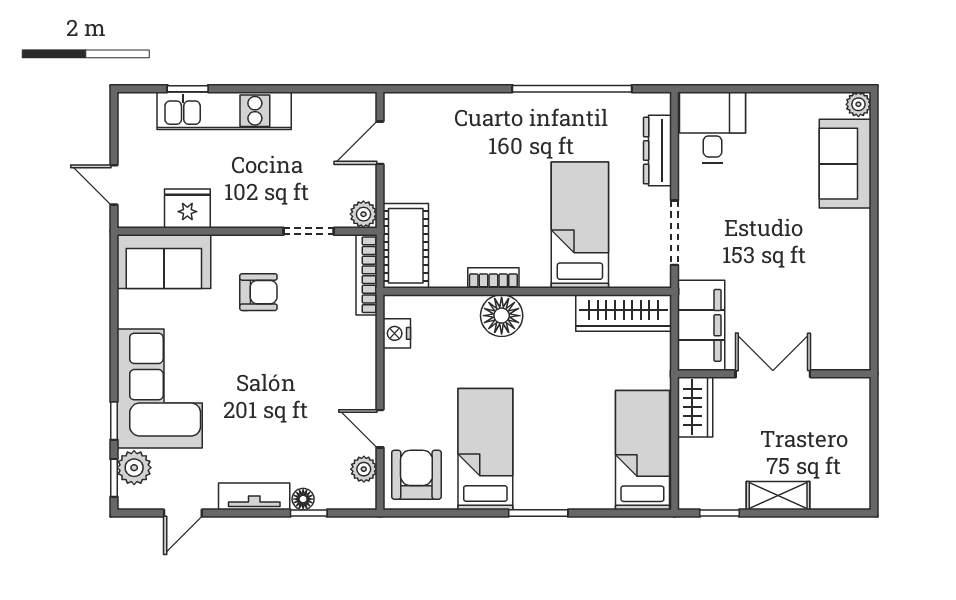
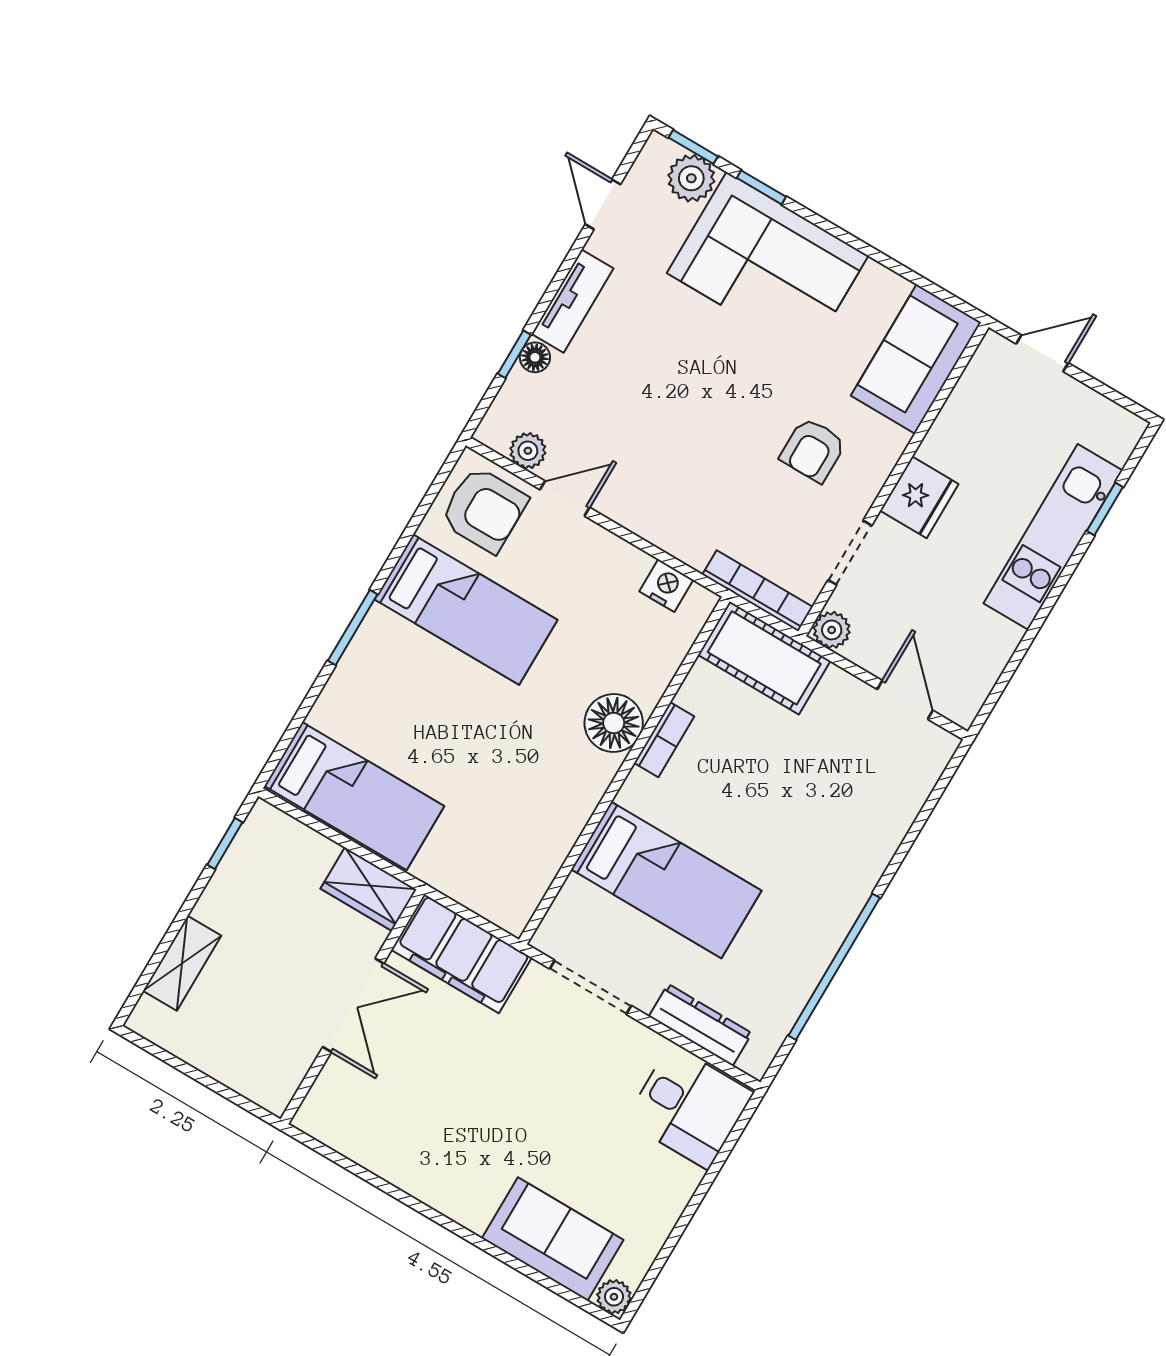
fridge: (187, 208) -> (919, 497), moved
wardrobe: (624, 313) -> (531, 870), removed
shelving: (778, 496) -> (182, 963), moved

